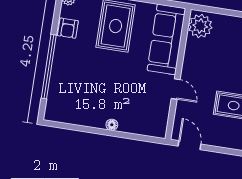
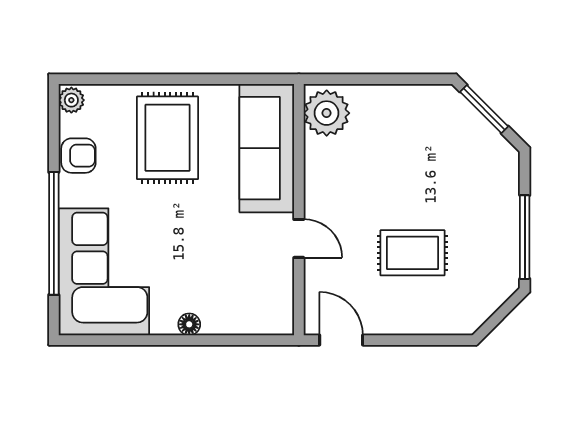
armchair: (68, 28) -> (78, 156), turned -90
corner sofa: (72, 91) -> (104, 272), added

